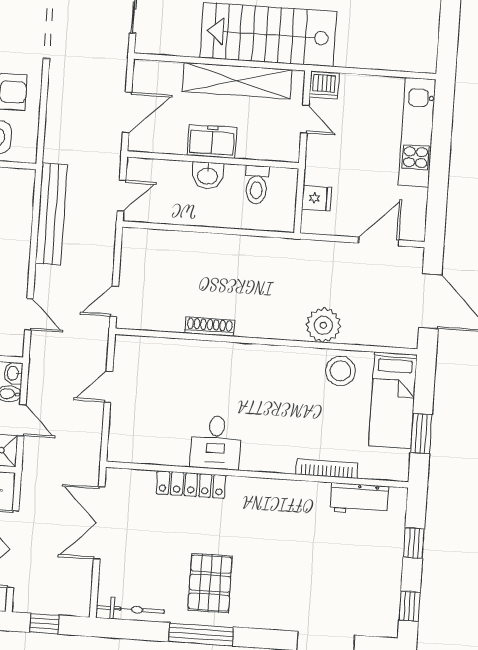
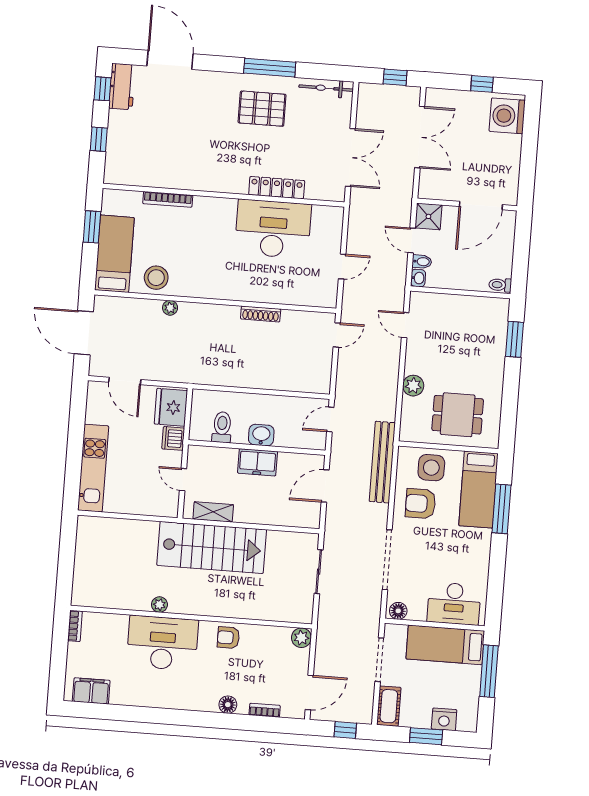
shelving: (237, 81) -> (213, 512), width x0.45, depth x0.75
dishwasher: (324, 85) -> (173, 438), moved, turned -90
fridge: (317, 198) -> (171, 407), width x1.88, depth x1.34
bench: (51, 214) -> (382, 462), moved
plant: (18, 239) -> (413, 386), added
door: (379, 241) -> (125, 381), hinge flipped
plant: (323, 325) -> (170, 308), width x0.53, depth x0.53
desk: (216, 442) -> (273, 229), width x1.87, depth x1.30
workbench: (359, 499) -> (122, 86), moved, turned 90
pallet: (210, 583) -> (262, 109), turned 90

